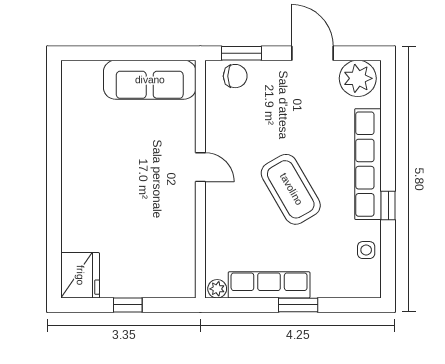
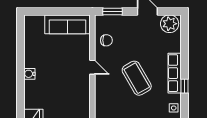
chair: (235, 76) -> (106, 40), moved
row of seats: (368, 164) -> (175, 73), width x0.73
water cooler: (72, 180) -> (29, 74), added

